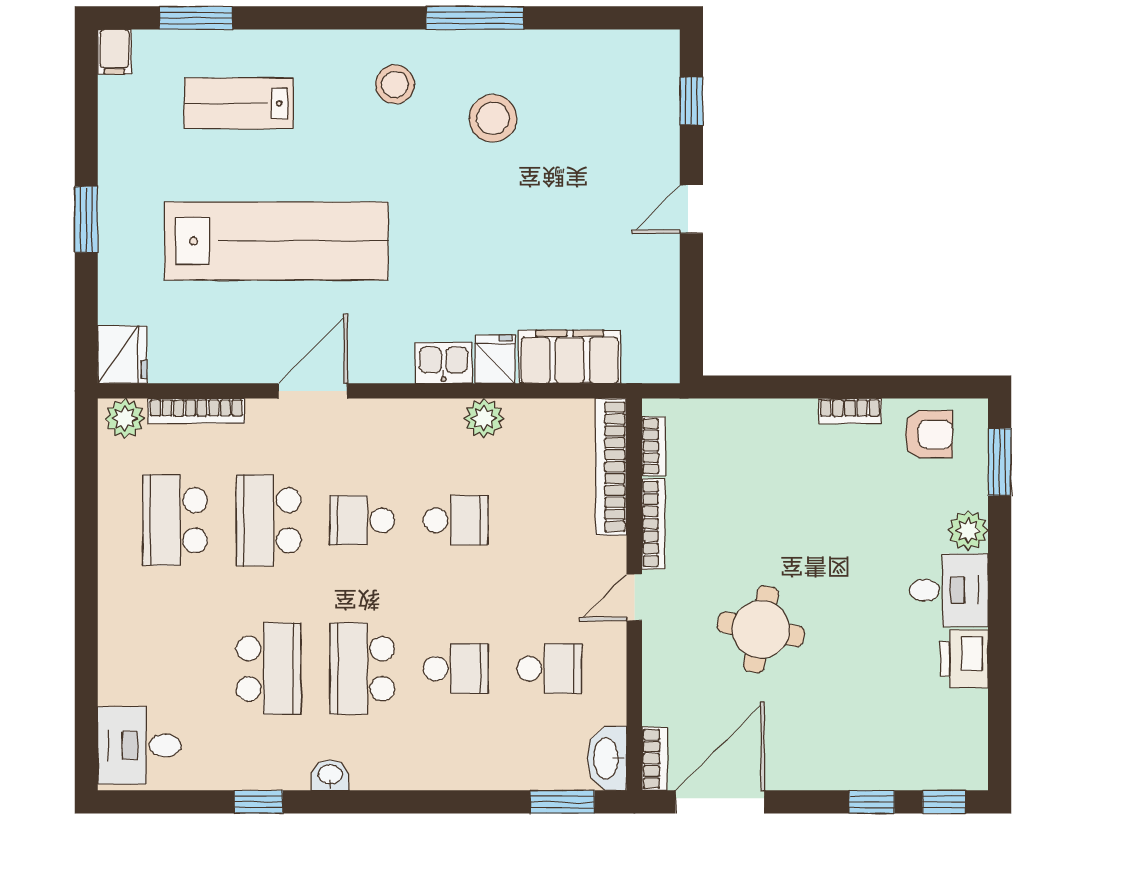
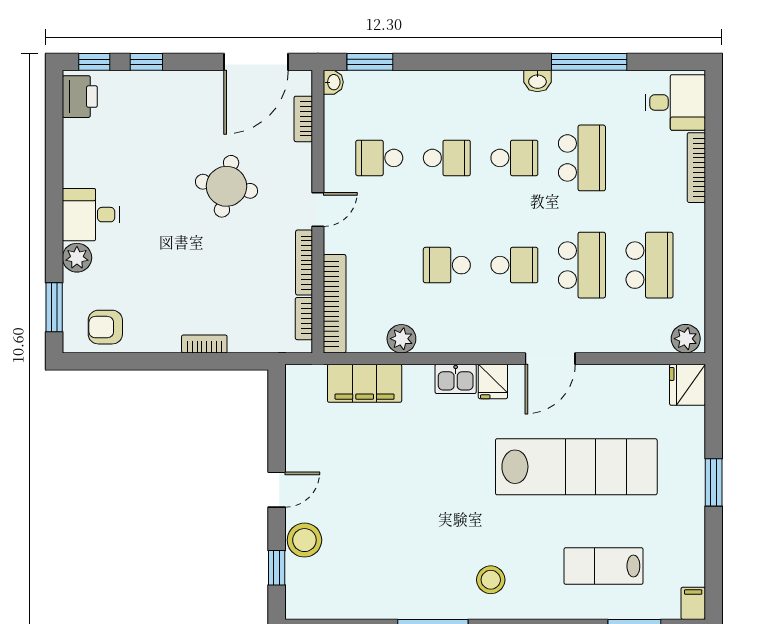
lab bench: (239, 103) -> (603, 566), turned 180
stool: (493, 118) -> (304, 540), moved
lab bench: (276, 241) -> (576, 467), turned 180
fridge: (495, 359) -> (493, 381), moved
bookcase: (196, 411) -> (696, 168), moved, turned -90
bookcase: (850, 411) -> (204, 344), moved
plant: (484, 418) -> (401, 339), moved
printer: (964, 659) -> (80, 97), moved
school desk: (269, 669) -> (582, 158), turned 180
school desk: (362, 669) -> (514, 158), width x0.54
school desk: (456, 669) -> (447, 158), turned 180
washbasin: (607, 758) -> (333, 82), width x0.52, depth x0.69
bookcase: (655, 759) -> (303, 119), moved
window: (259, 802) -> (589, 62), width x2.17

